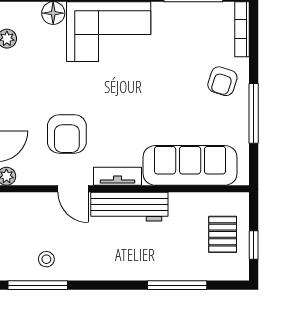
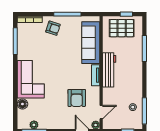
armchair: (67, 134) -> (77, 98), turned 90
door: (73, 189) -> (101, 112), moved
pallet: (223, 234) -> (122, 28), width x1.50, depth x1.42

